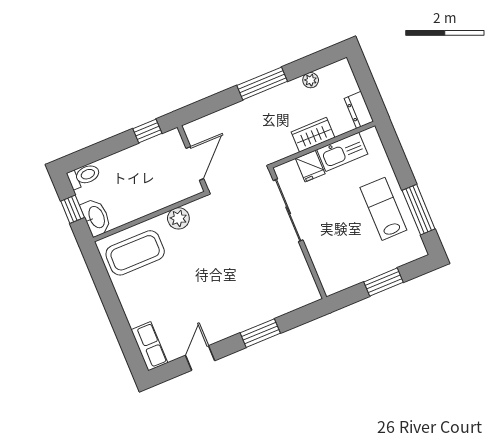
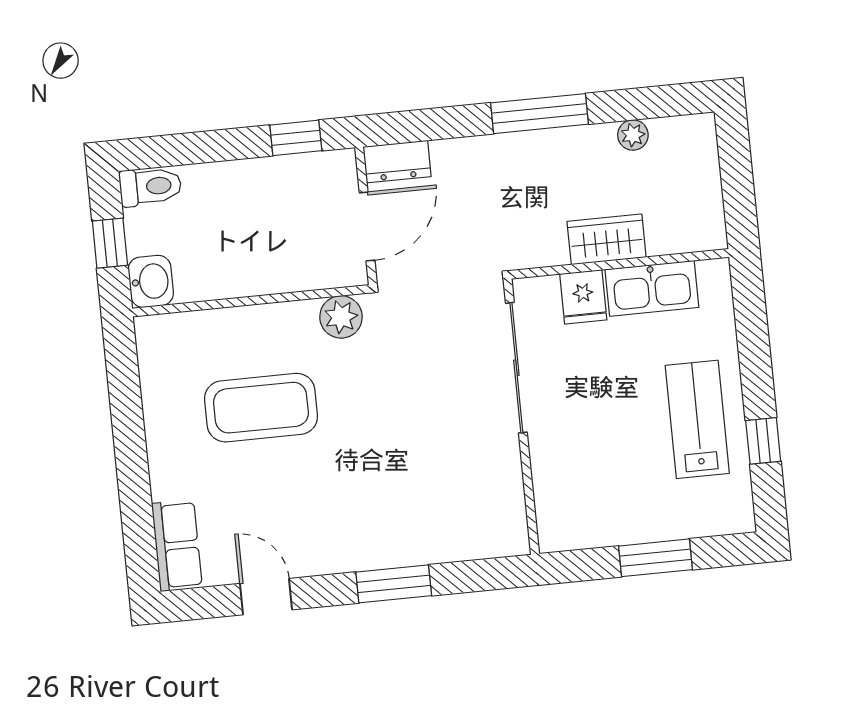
dresser: (359, 110) -> (397, 162), moved, turned -90
window: (419, 210) -> (763, 441), width x0.46
washbasin: (96, 217) -> (151, 281), width x0.72
plant: (178, 218) -> (341, 317), moved
coffee table: (135, 253) -> (261, 408), moved
door: (200, 358) -> (266, 597), hinge flipped

